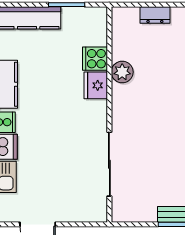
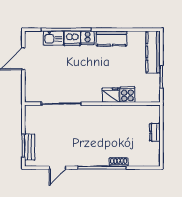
plant: (122, 72) -> (119, 112), removed

